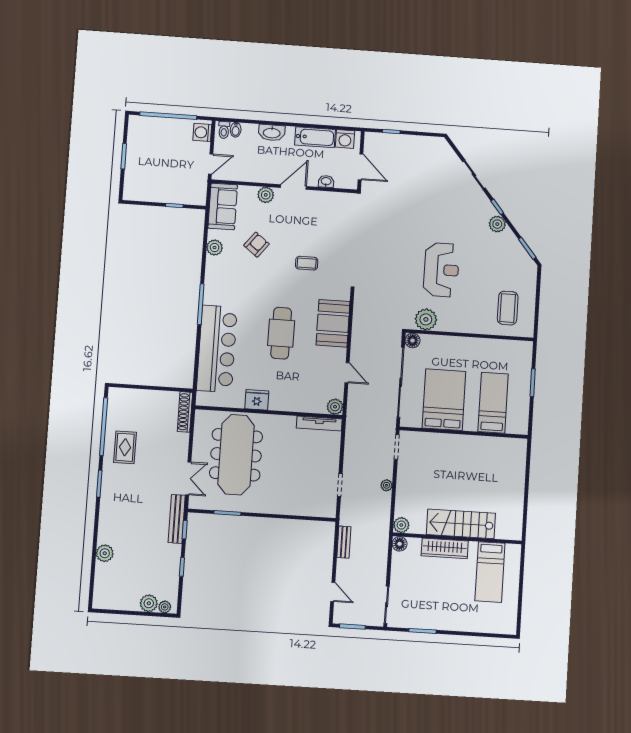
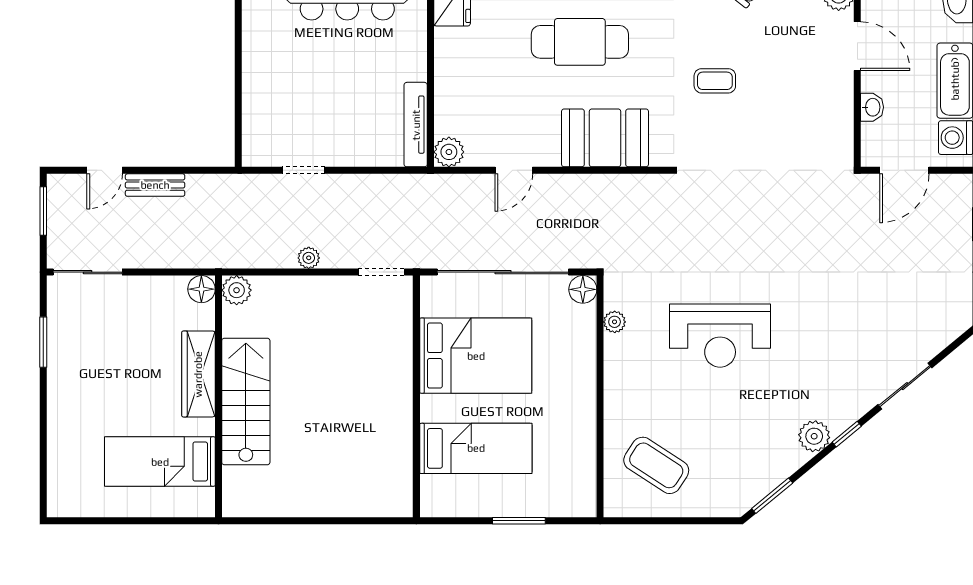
coffee table: (307, 263) -> (715, 81), turned 90
coffee table: (508, 308) -> (656, 465), turned 33
plant: (426, 319) -> (615, 322), width x0.53, depth x0.53
bench: (344, 542) -> (155, 185), moved

